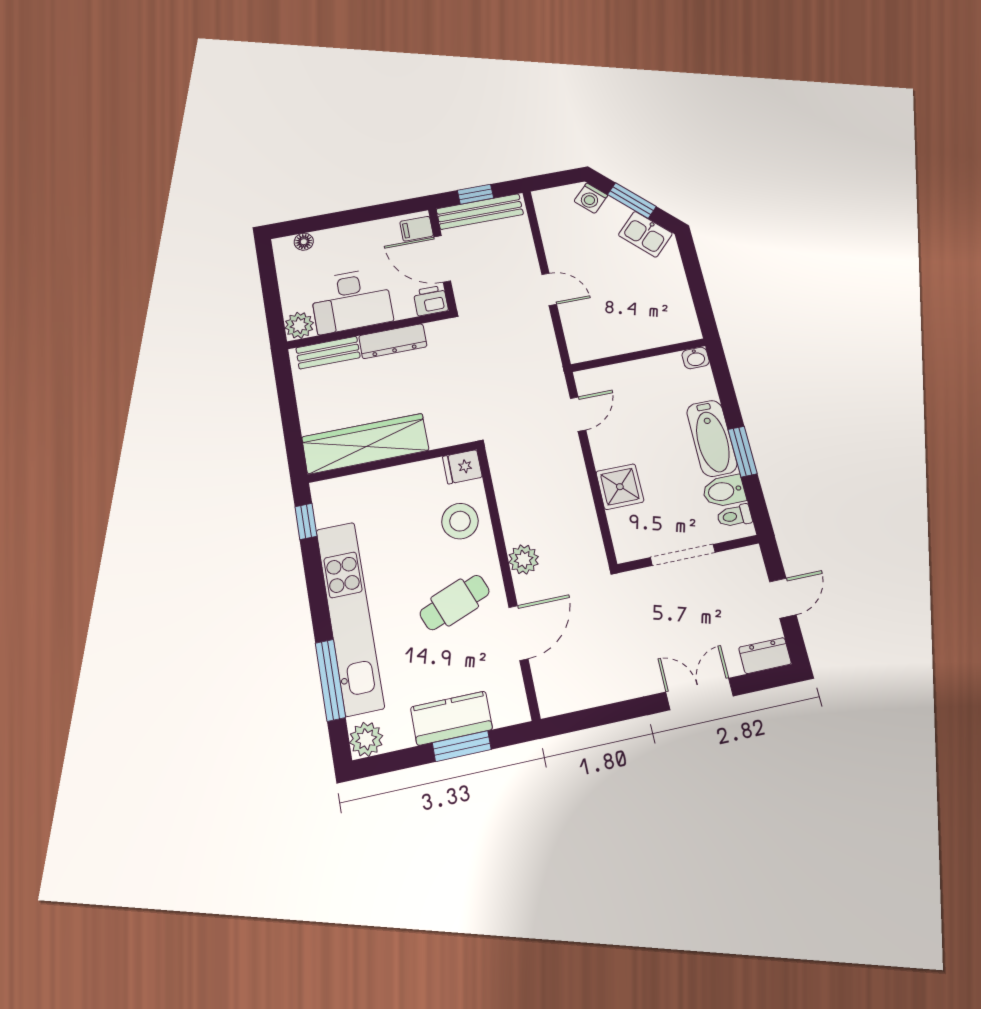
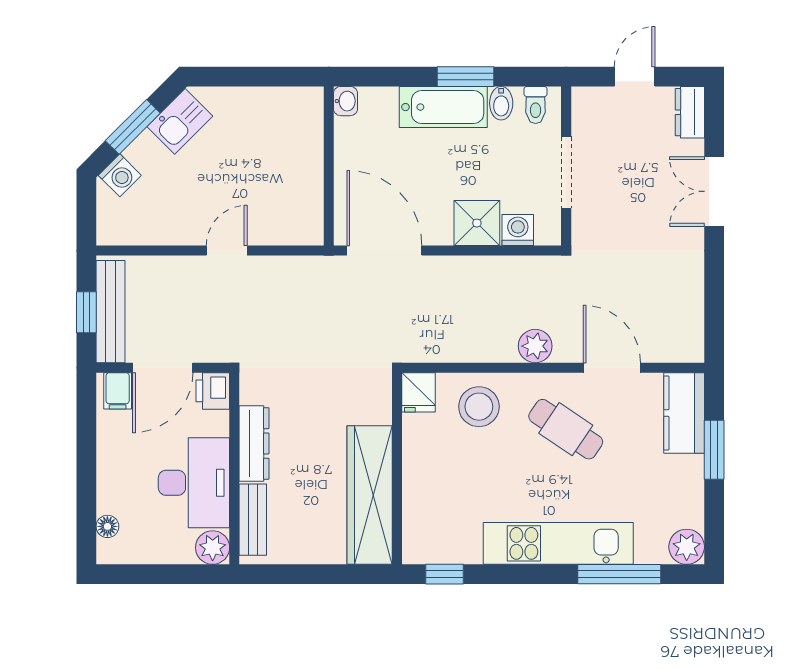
door: (578, 414) -> (384, 251), width x1.87
bidet: (724, 491) -> (501, 103), width x0.72, depth x0.74
washing machine: (622, 523) -> (518, 230), added
door: (783, 598) -> (635, 77), hinge flipped
cafe table: (455, 602) -> (566, 429), turned -35
kitchen unit: (350, 617) -> (558, 543), width x0.73
kitchen counter: (452, 718) -> (684, 413), moved

